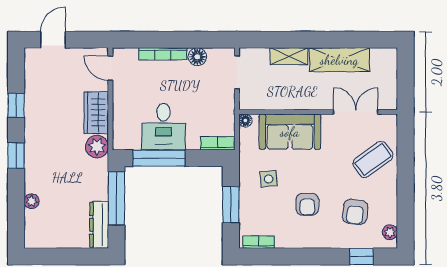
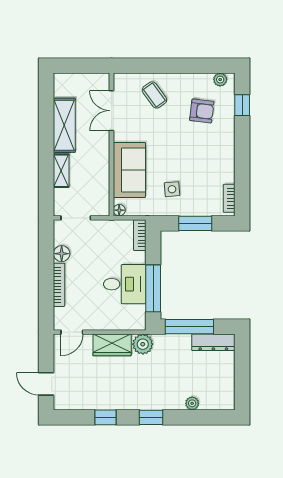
coffee table: (373, 159) -> (154, 95), width x0.73, depth x0.77
armchair: (307, 204) -> (195, 154), removed

